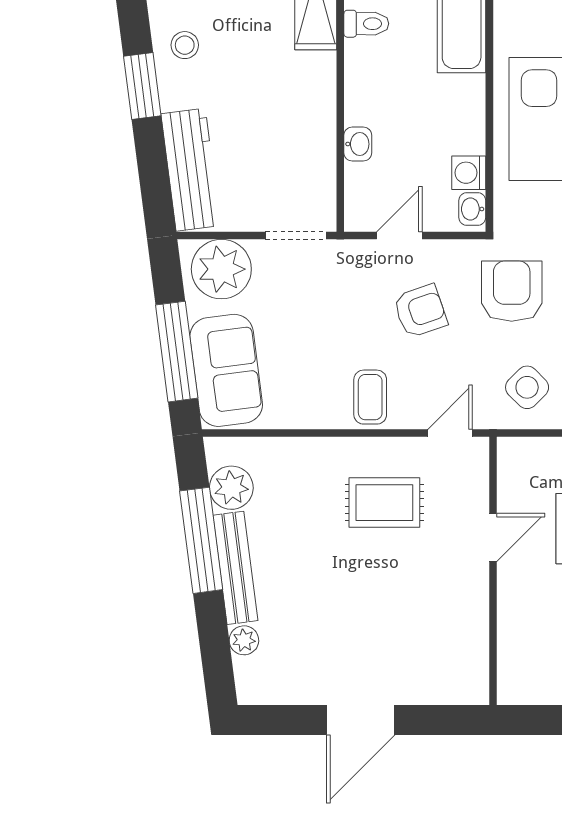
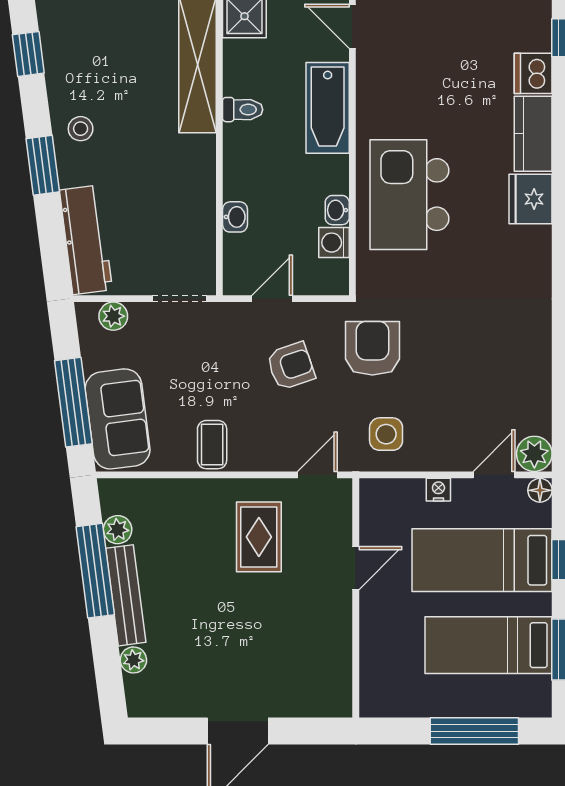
washbasin: (472, 209) -> (337, 210), moved
plant: (221, 269) -> (113, 316), width x0.53, depth x0.53
side table: (527, 387) -> (386, 434), turned 45
coffee table: (370, 397) -> (212, 445), moved
plant: (231, 488) -> (118, 530), width x0.73, depth x0.73
rug: (384, 503) -> (259, 537), turned 90

